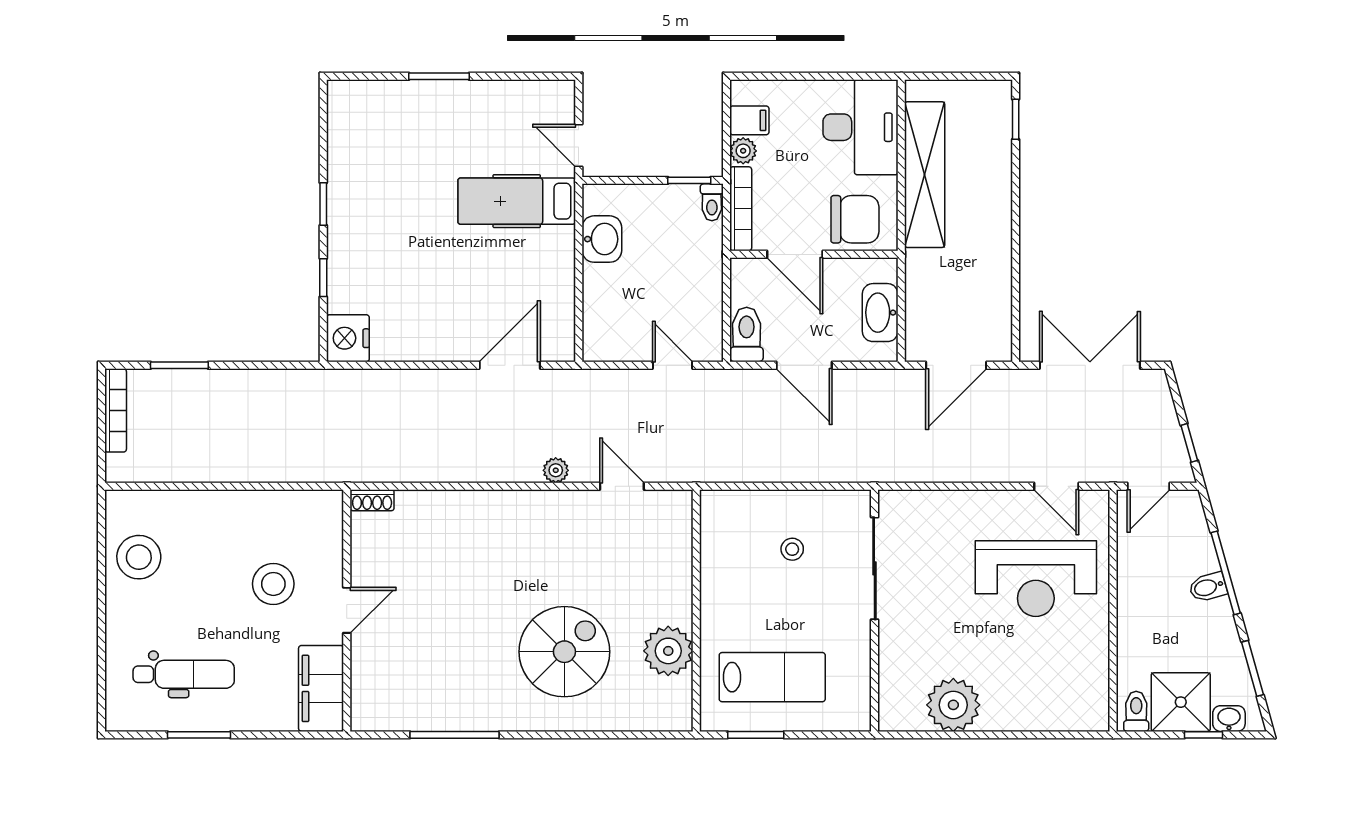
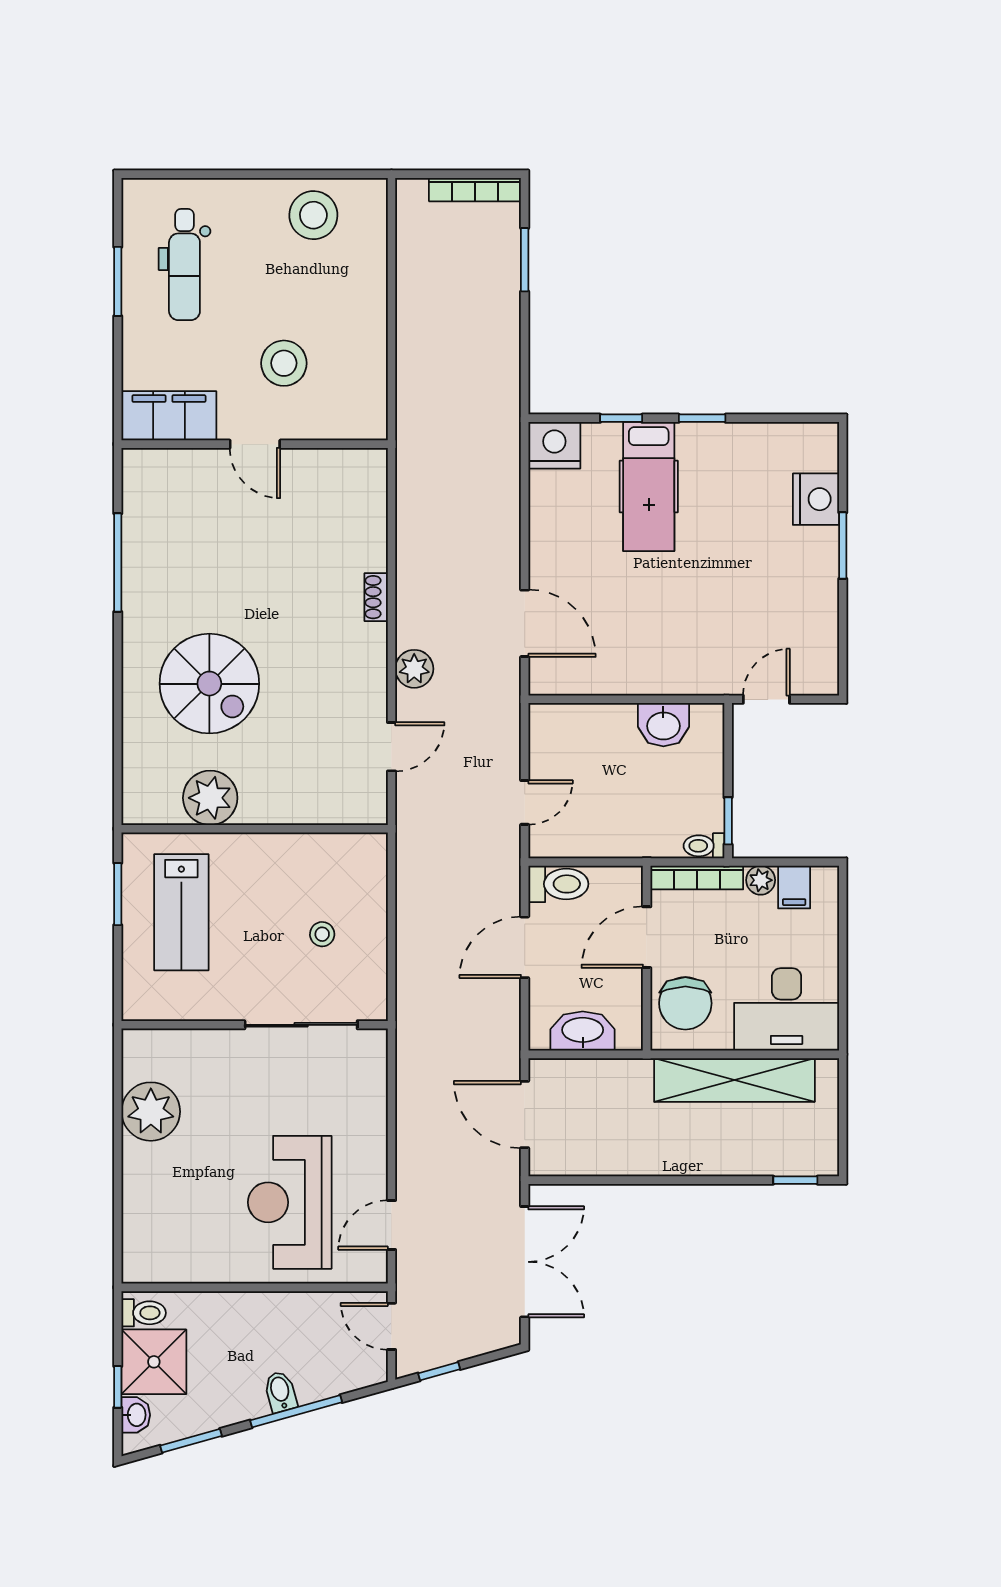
nightstand: (397, 101) -> (816, 499), added
hospital bed: (517, 201) -> (649, 486), moved, turned 180
plant: (556, 470) -> (414, 669), width x1.38, depth x1.38
shoe rack: (372, 500) -> (376, 597), moved

